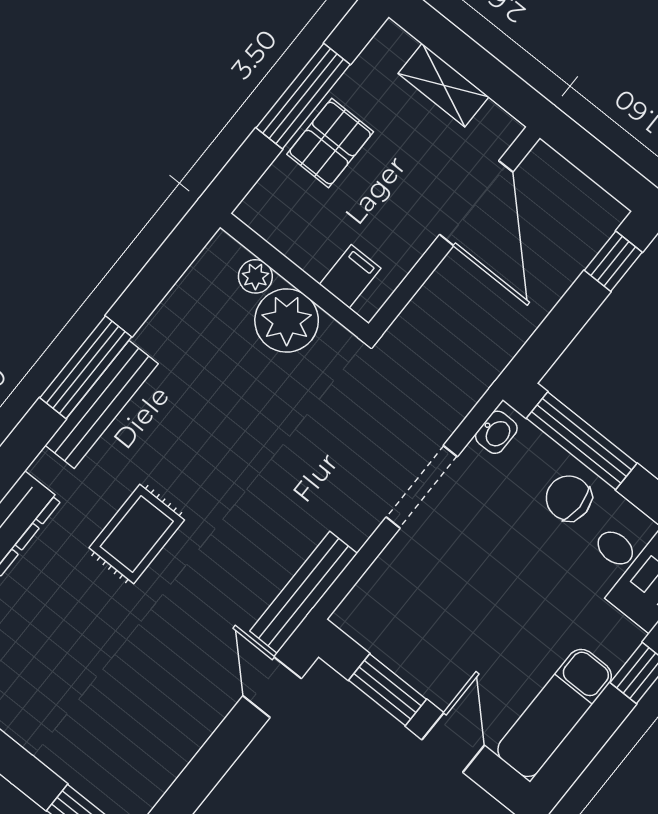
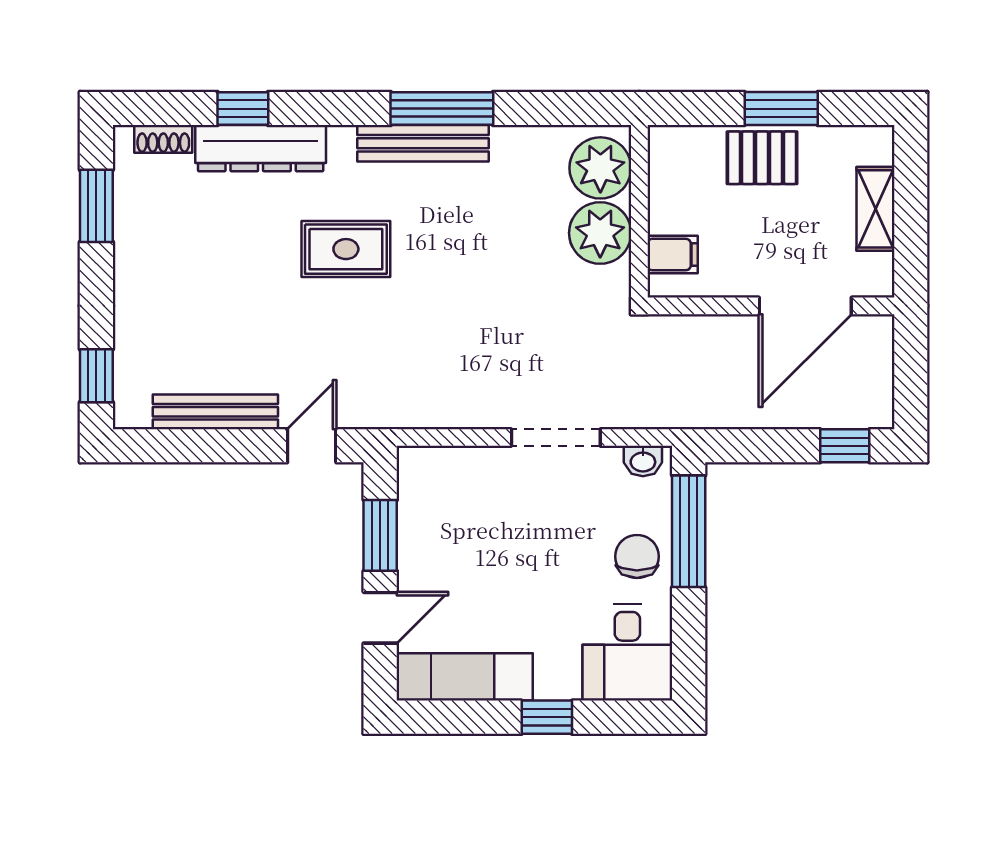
window: (303, 96) -> (781, 109), width x0.69
plant: (255, 276) -> (600, 168), width x1.88, depth x1.88
bench: (303, 592) -> (215, 412), moved

